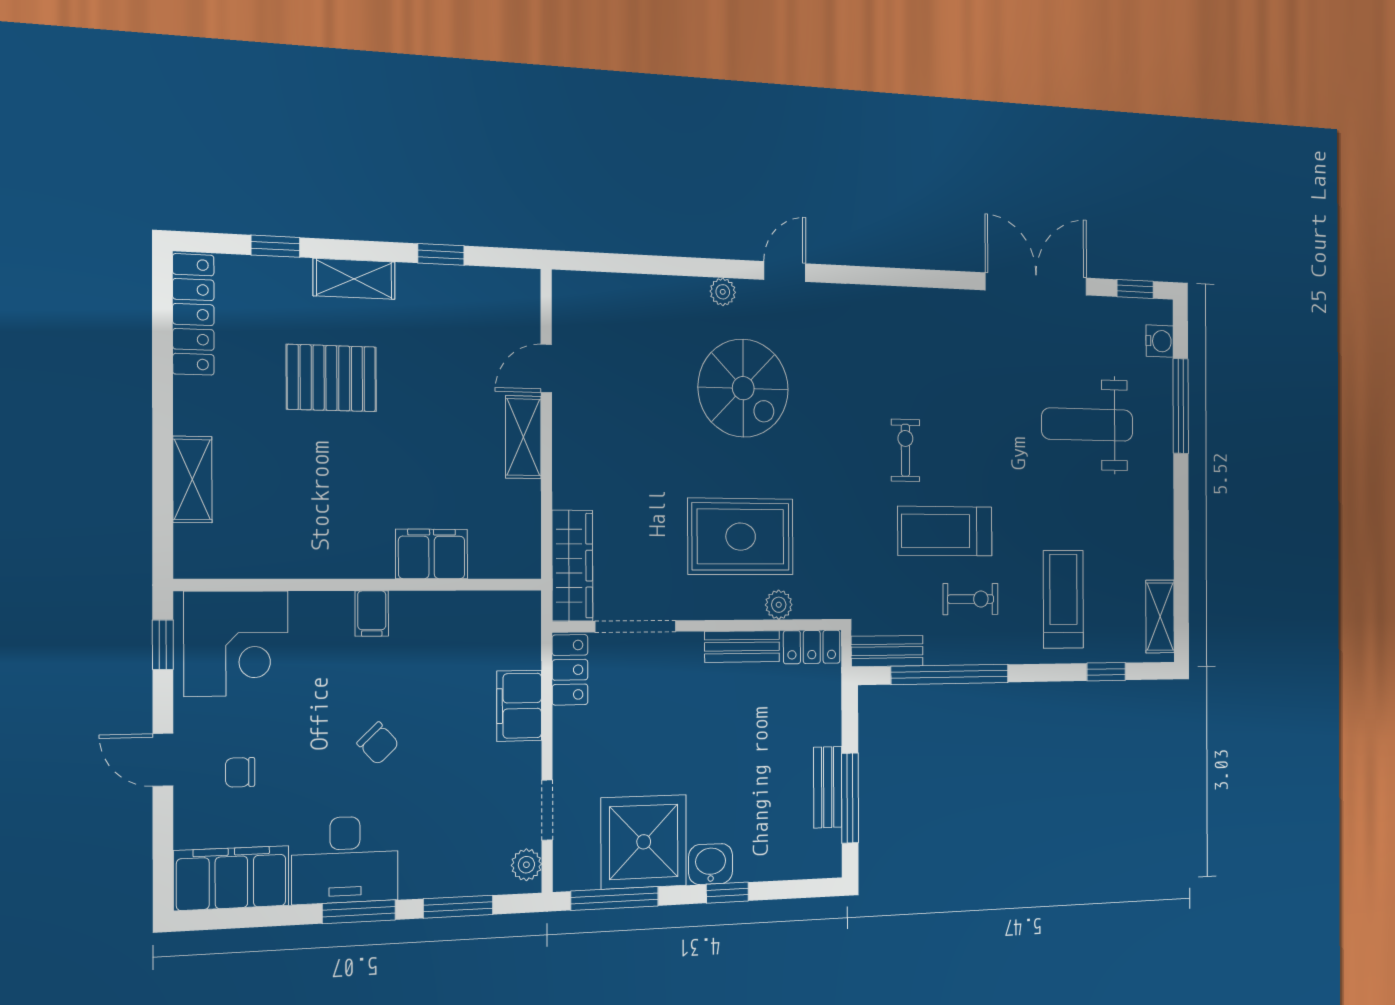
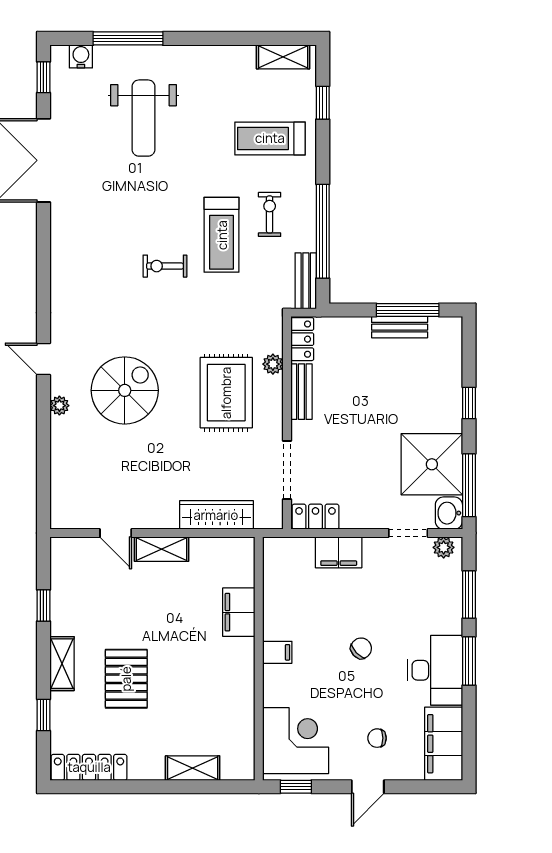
wardrobe: (572, 566) -> (216, 515), moved
chair: (240, 772) -> (377, 738), turned 90
washbasin: (711, 864) -> (449, 513), moved

